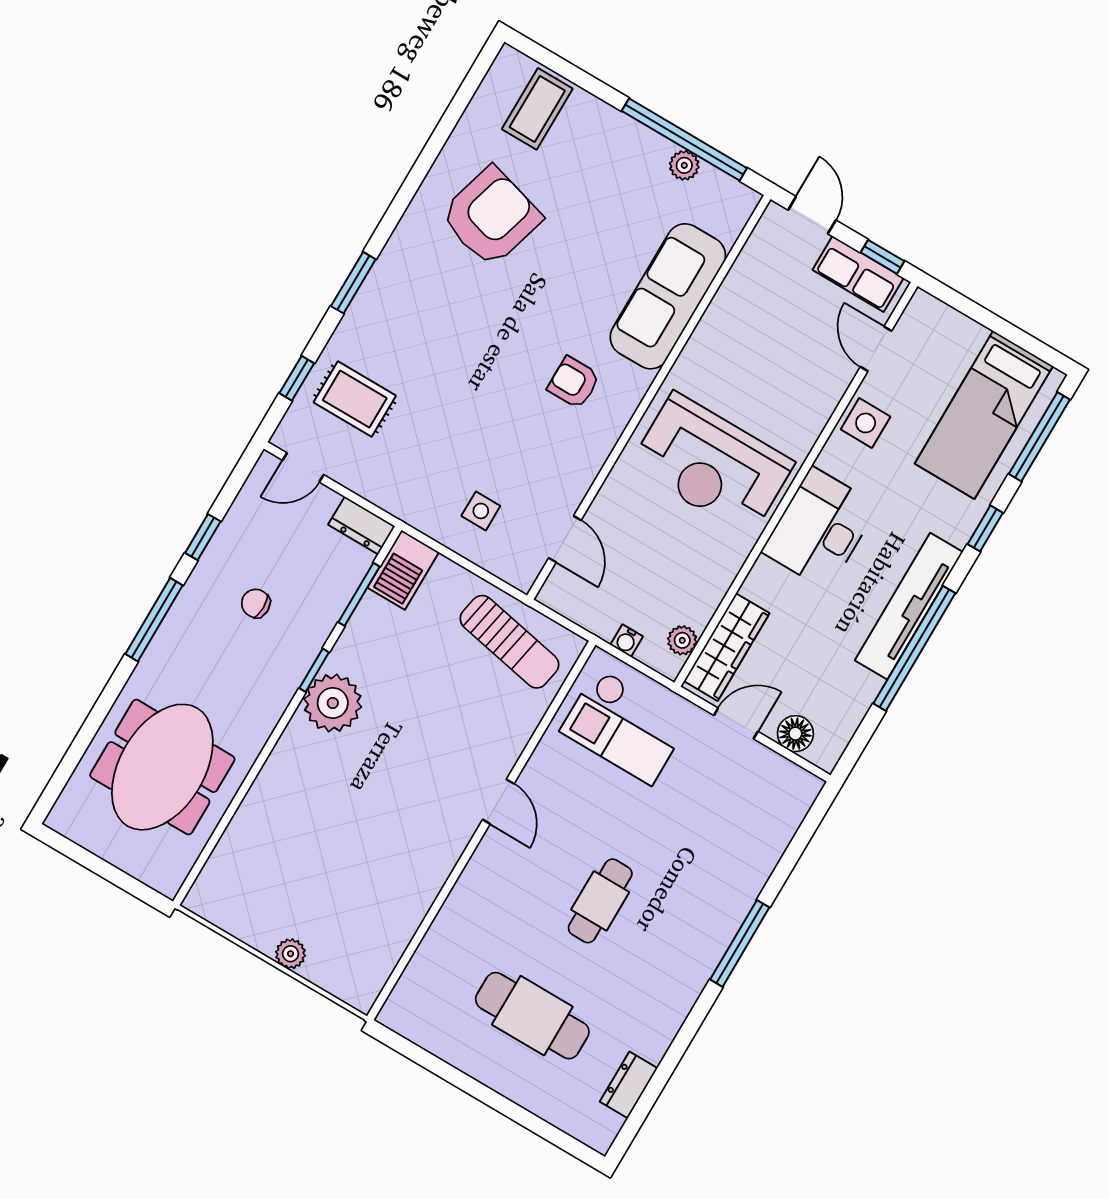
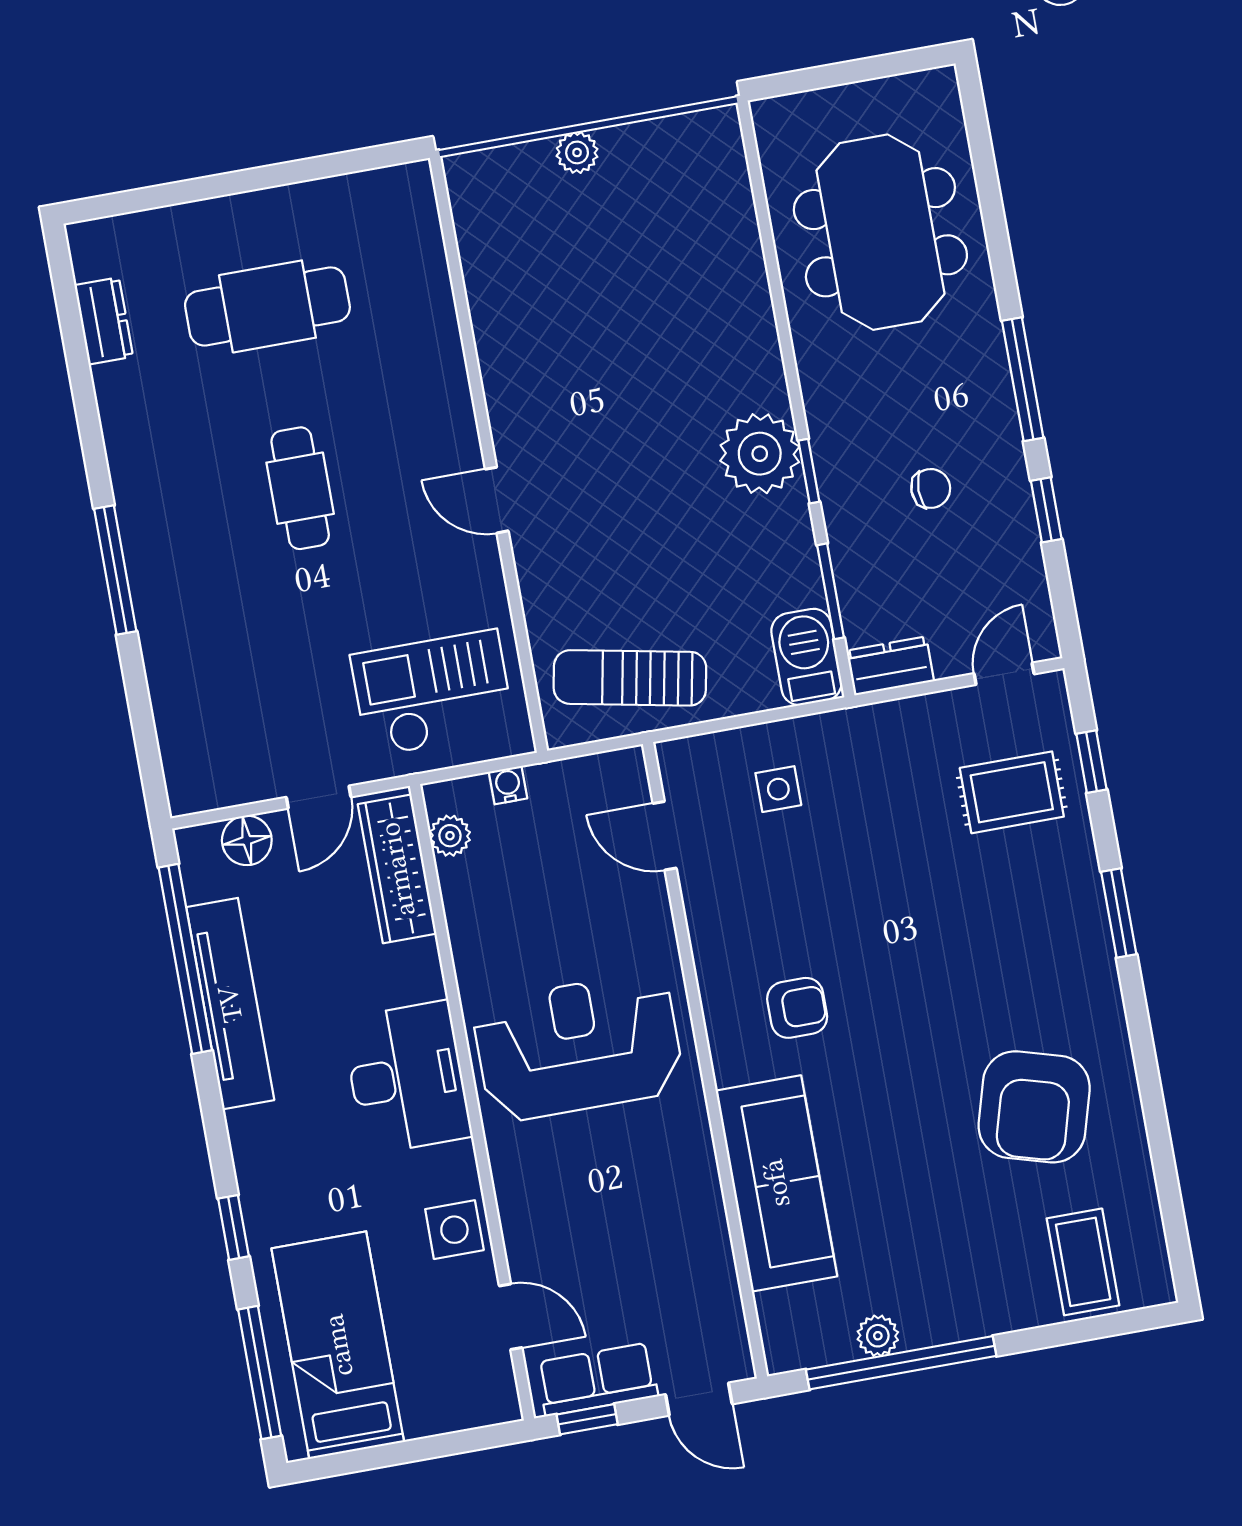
tv unit: (909, 606) -> (230, 1004), moved
window: (914, 648) -> (185, 959), moved

